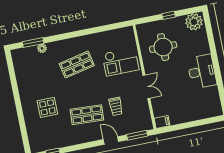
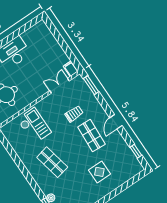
double door: (146, 87) -> (59, 86), moved
door: (111, 141) -> (116, 122), moved

